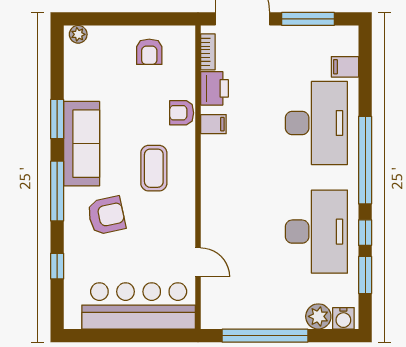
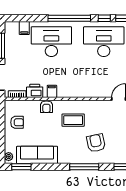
window: (57, 119) -> (21, 167), moved
sofa: (82, 144) -> (37, 155), moved

